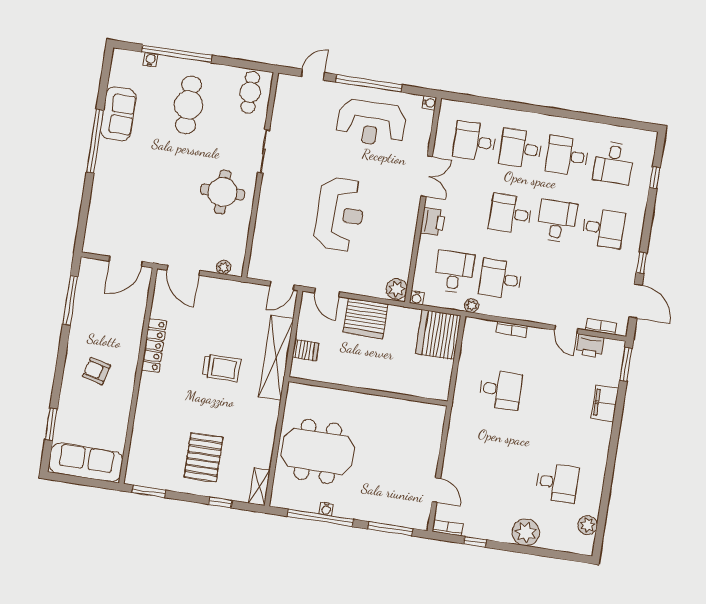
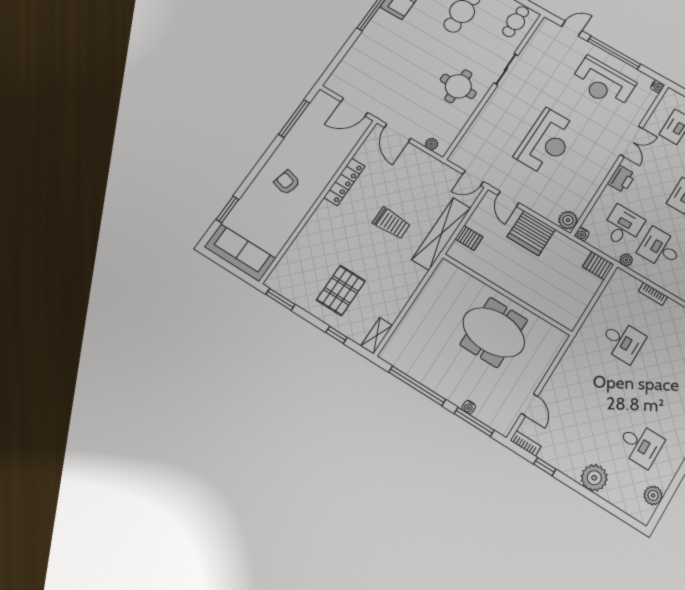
server rack: (438, 335) -> (598, 266), width x0.46, depth x0.70
meeting table: (318, 451) -> (494, 332), moved
water cooler: (326, 509) -> (469, 407), moved

